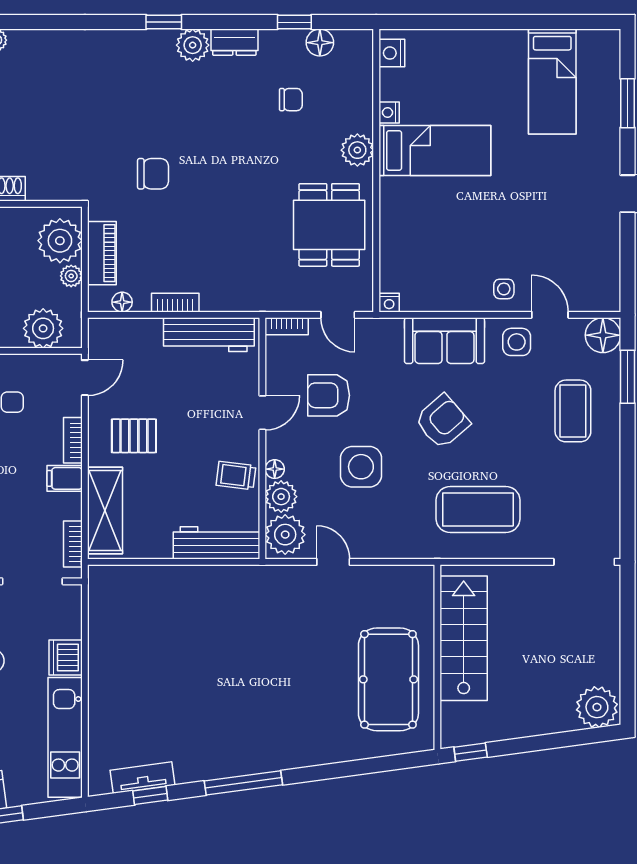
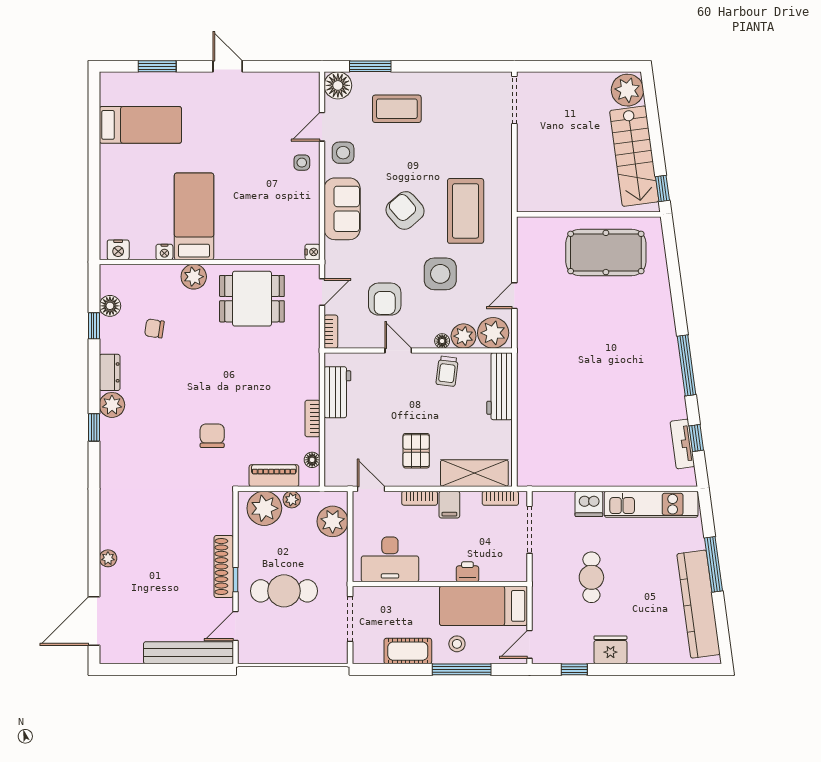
chair: (291, 100) -> (154, 328), turned -82
workbench: (209, 335) -> (337, 392), width x0.73
coffee table: (478, 509) -> (466, 211), moved
stairs: (464, 638) -> (634, 156), moved, turned -98

